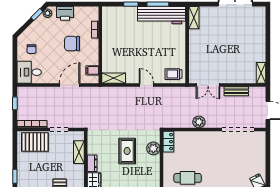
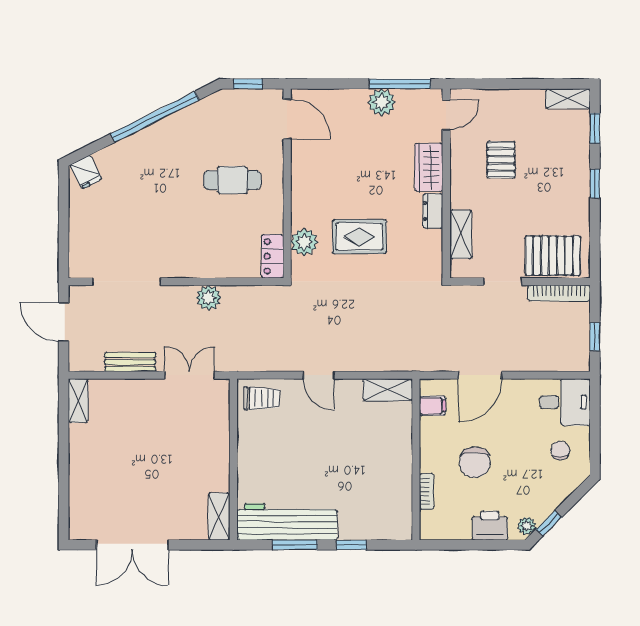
chair: (72, 44) -> (475, 462), turned 90
rug: (127, 151) -> (359, 237), turned 90

